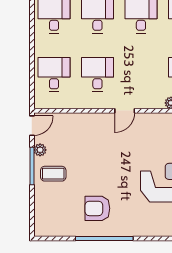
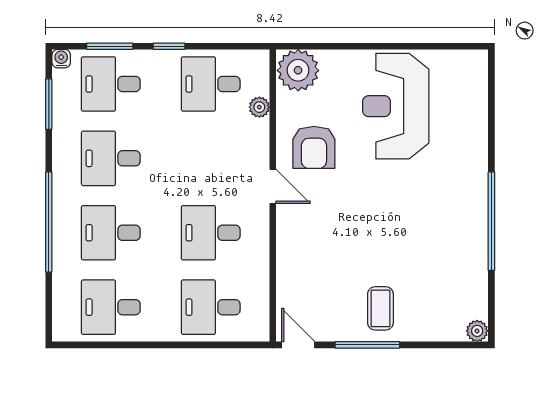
plant: (40, 150) -> (477, 331), moved
armchair: (97, 208) -> (314, 147), moved

